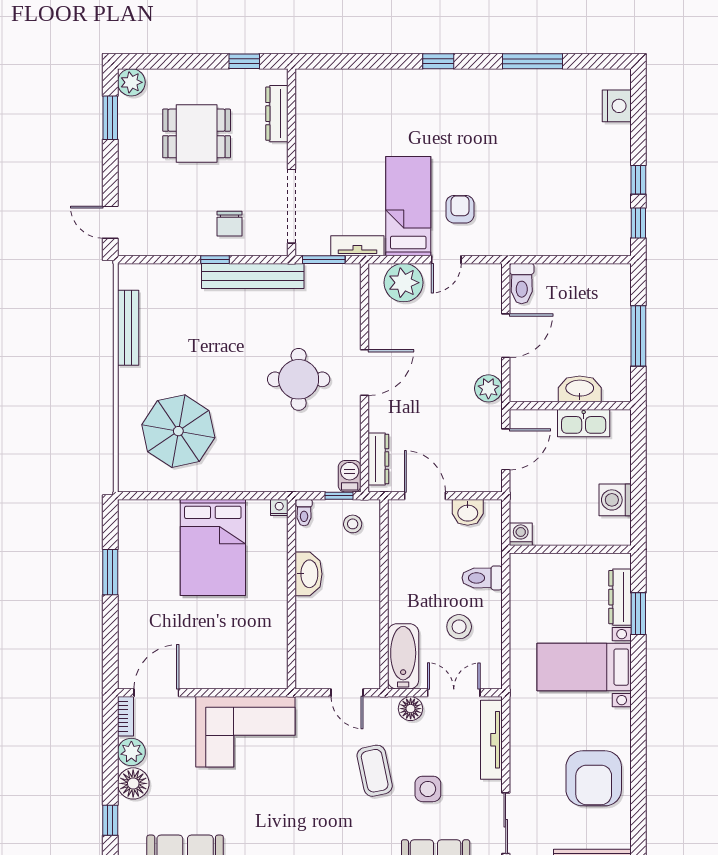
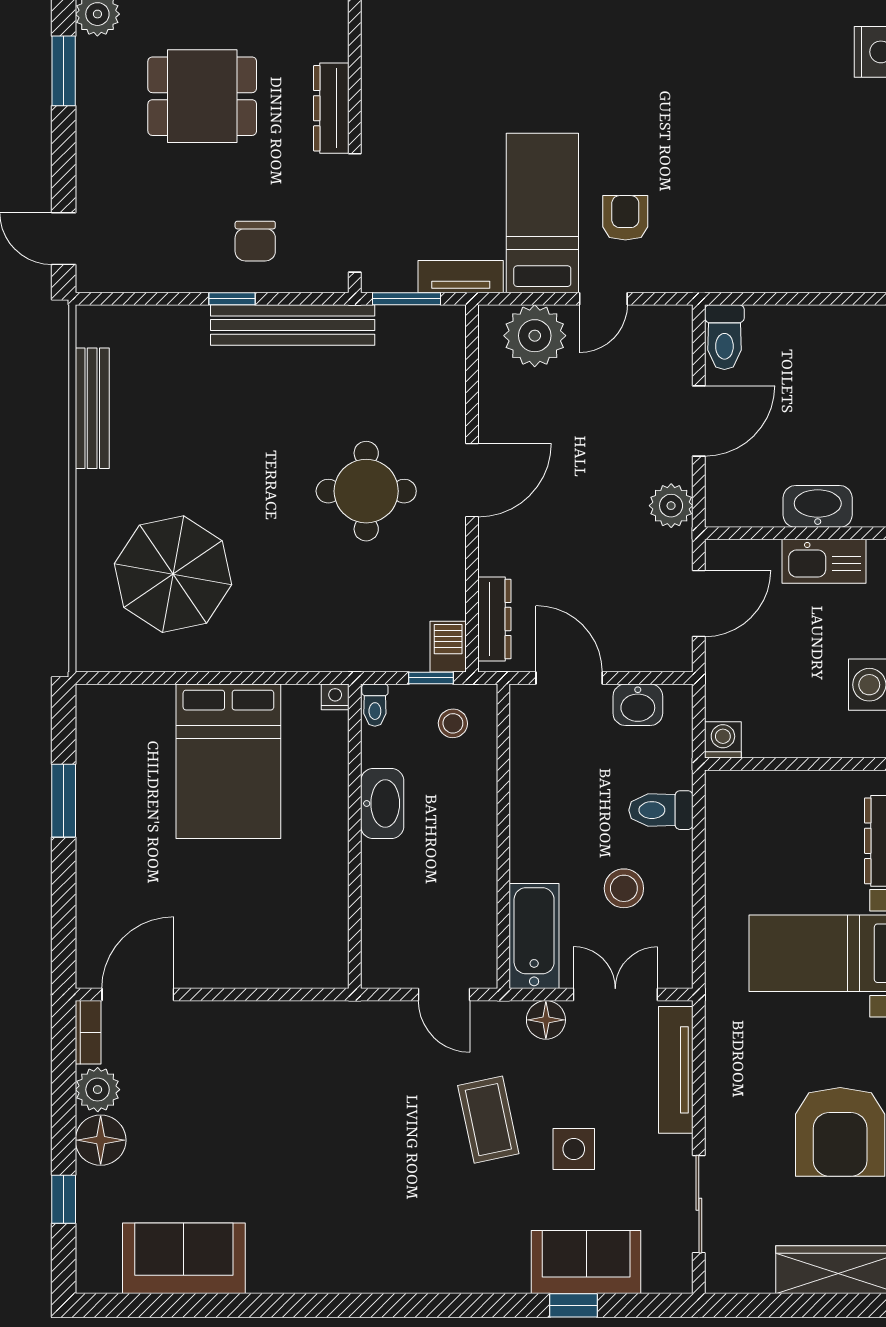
dresser: (277, 114) -> (331, 108), moved
corner sofa: (245, 732) -> (281, 1057), removed

